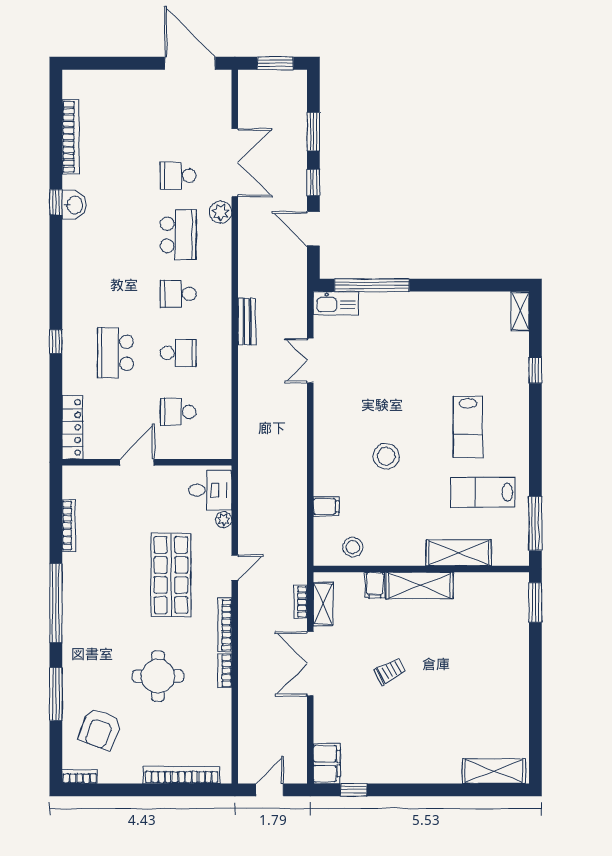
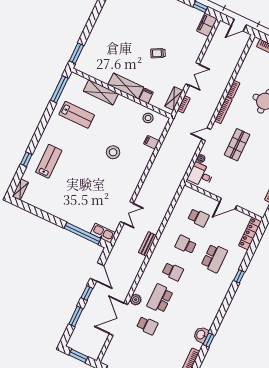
lab bench: (468, 427) -> (49, 161), moved
shop shelf: (171, 575) -> (237, 145), width x0.70, depth x0.74
double door: (310, 664) -> (193, 74), width x0.73

